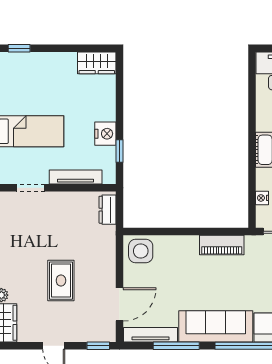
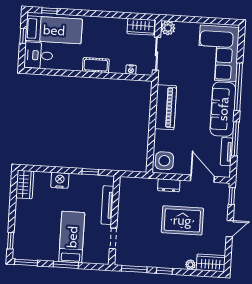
nightstand: (105, 134) -> (60, 180), moved
dresser: (108, 210) -> (169, 185), moved
piano: (222, 245) -> (166, 107), width x1.37, depth x1.33
rug: (61, 281) -> (182, 220), width x1.36, depth x1.43
tv unit: (151, 335) -> (226, 152), width x0.71

